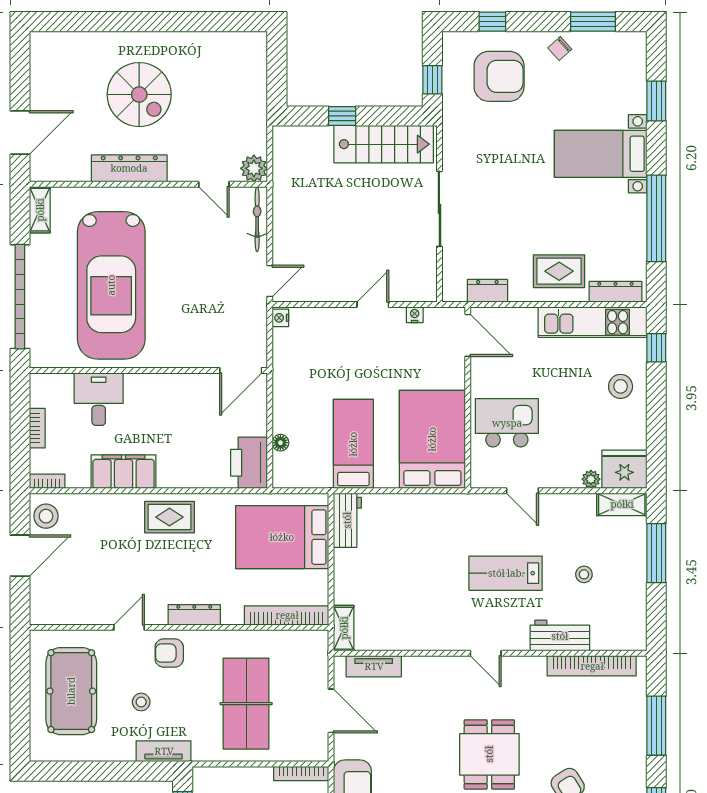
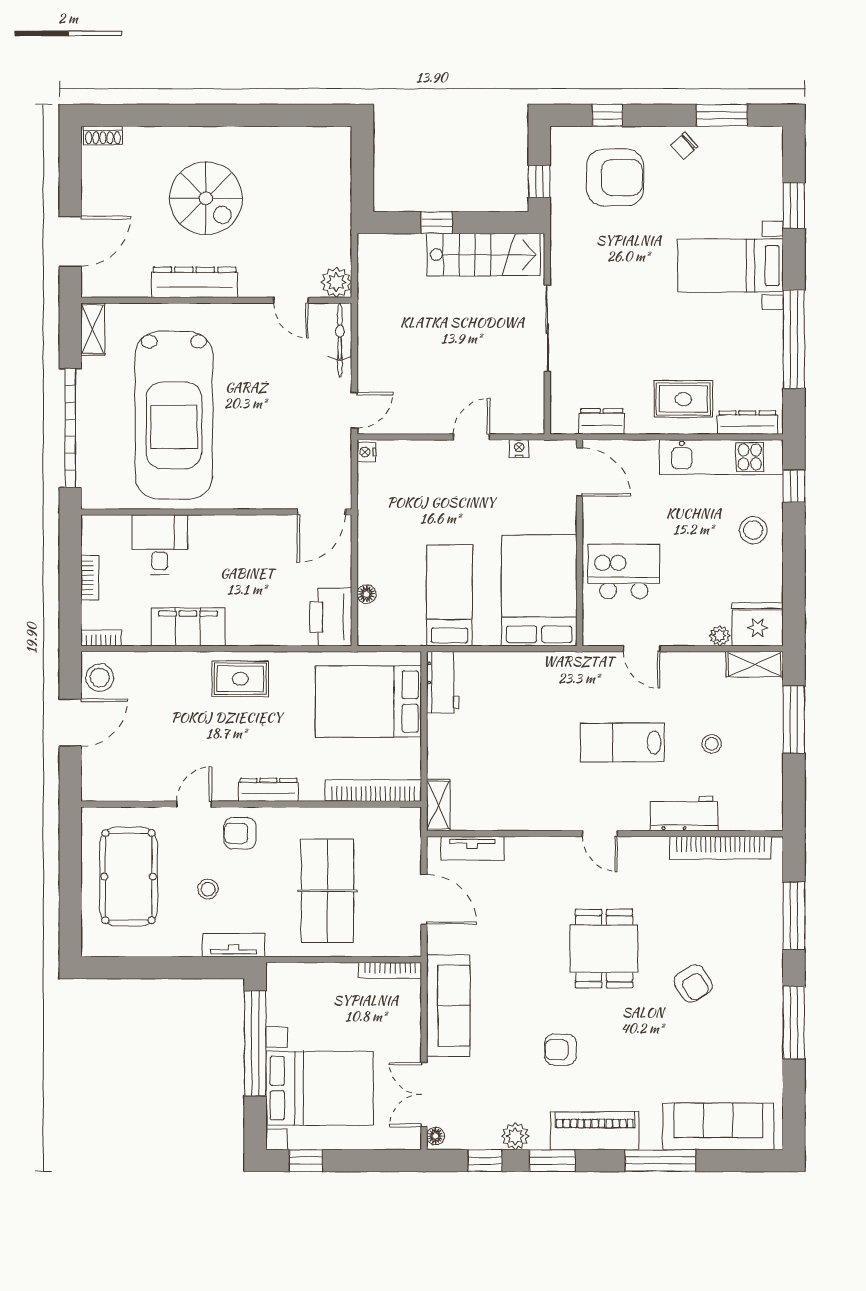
shoe rack: (49, 39) -> (103, 135), added

